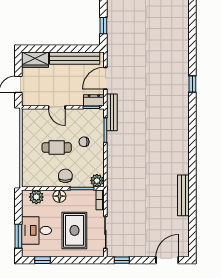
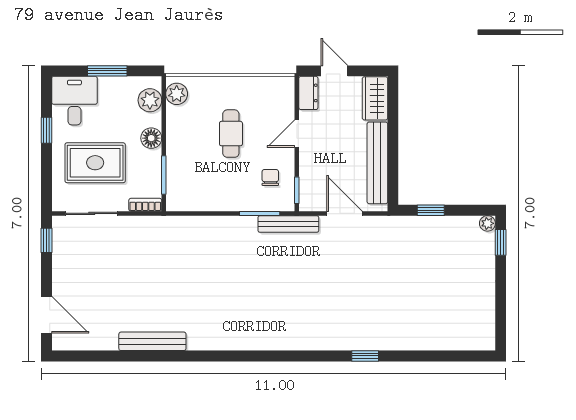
window: (192, 84) -> (365, 356), moved
dresser: (94, 100) -> (308, 93), moved
chair: (84, 142) -> (270, 178), moved
chair: (65, 176) -> (185, 148), removed
plant: (97, 181) -> (177, 94), moved
desk: (37, 230) -> (74, 101), moved
window: (18, 236) -> (107, 71), moved
window: (43, 260) -> (46, 130), moved

